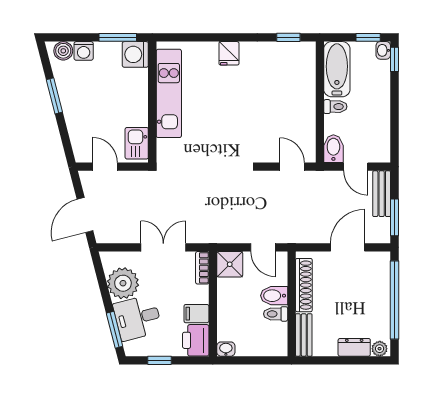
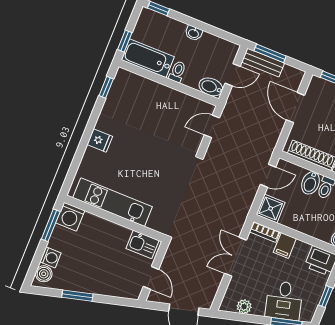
window: (368, 37) -> (125, 41), moved
washbasin: (383, 50) -> (194, 33), moved
door: (105, 167) -> (151, 278), swing flipped
window: (394, 217) -> (270, 53), moved
plant: (123, 283) -> (244, 307), width x0.53, depth x0.53
filing cabinet: (196, 314) -> (285, 245), moved

